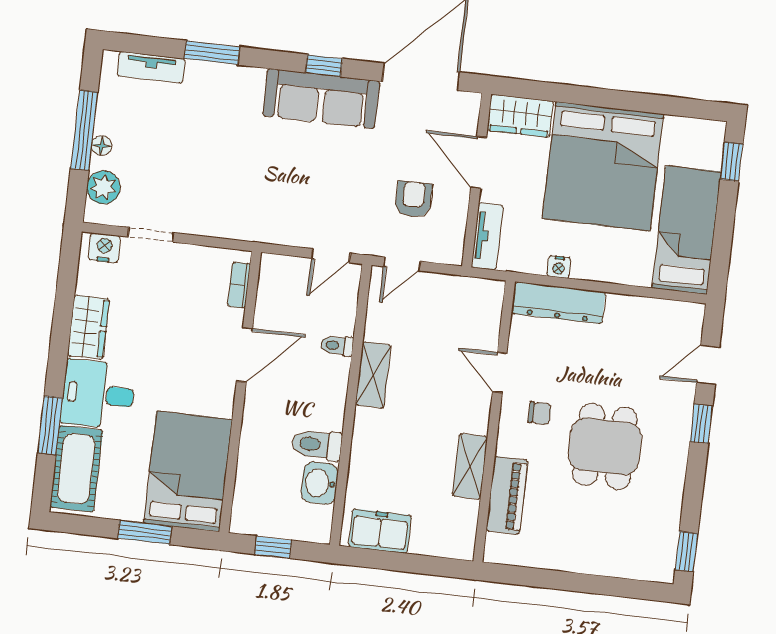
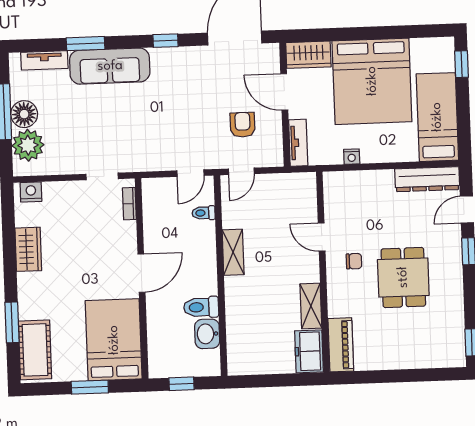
sofa: (321, 98) -> (110, 66), moved
floor lamp: (102, 146) -> (24, 114), width x1.89, depth x1.89
plant: (103, 187) -> (28, 145), width x1.36, depth x1.36
doorway: (151, 235) -> (102, 176), moved
dresser: (559, 303) -> (427, 179), moved
toilet: (337, 346) -> (204, 213), moved
door: (244, 355) -> (141, 273), moved
desk: (98, 394) -> (42, 295), removed
piano: (507, 495) -> (341, 345), moved
freezer: (380, 531) -> (309, 351), moved, turned -90

